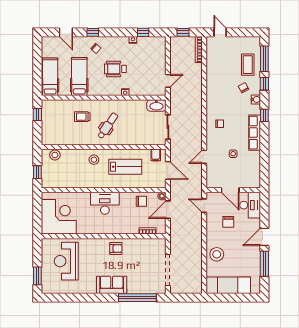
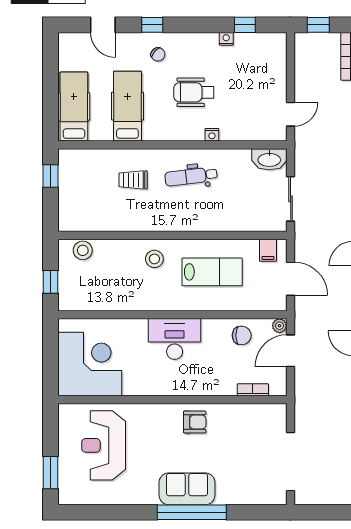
dental chair: (108, 126) -> (191, 176), moved, turned -131
window: (137, 298) -> (192, 512), moved

